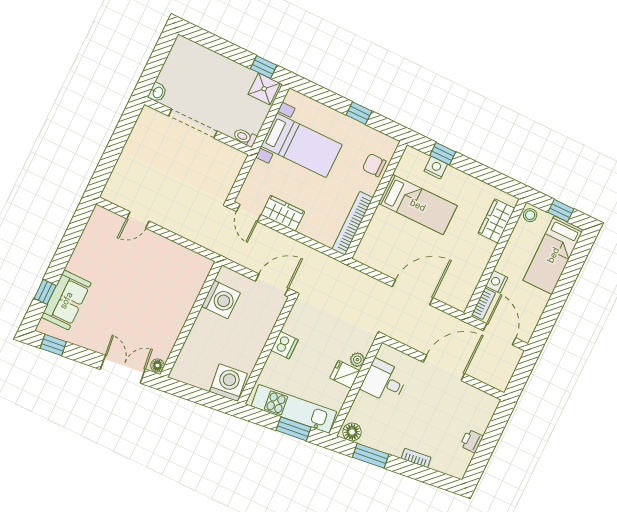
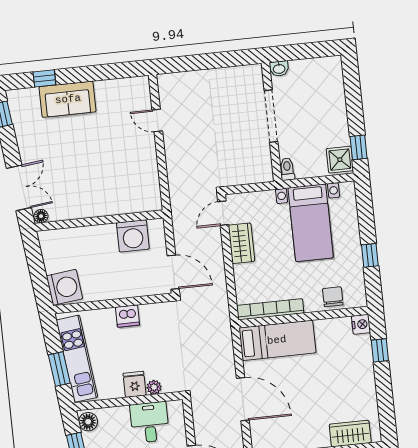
nightstand: (436, 168) -> (361, 324), moved
bed: (418, 205) -> (277, 340), moved, turned -90
sofa: (66, 300) -> (68, 99), moved

